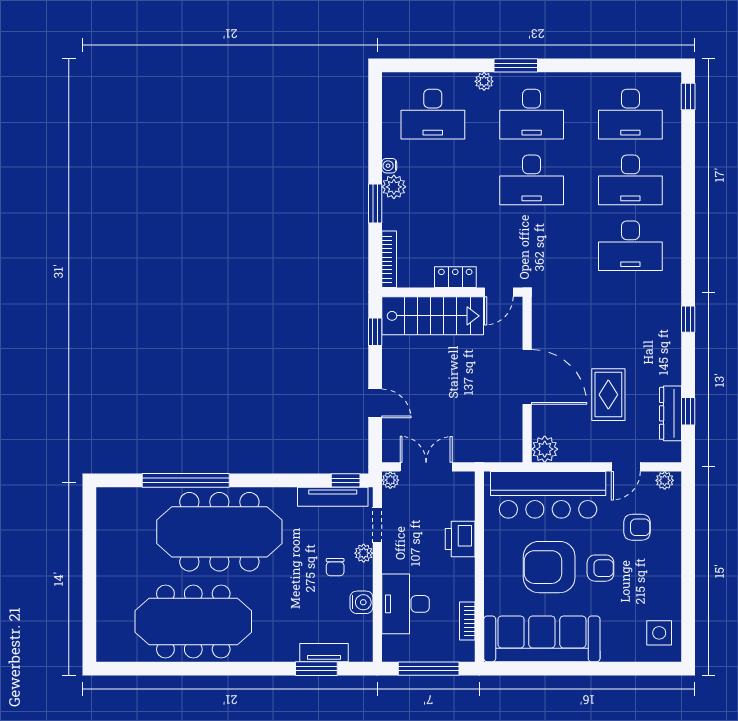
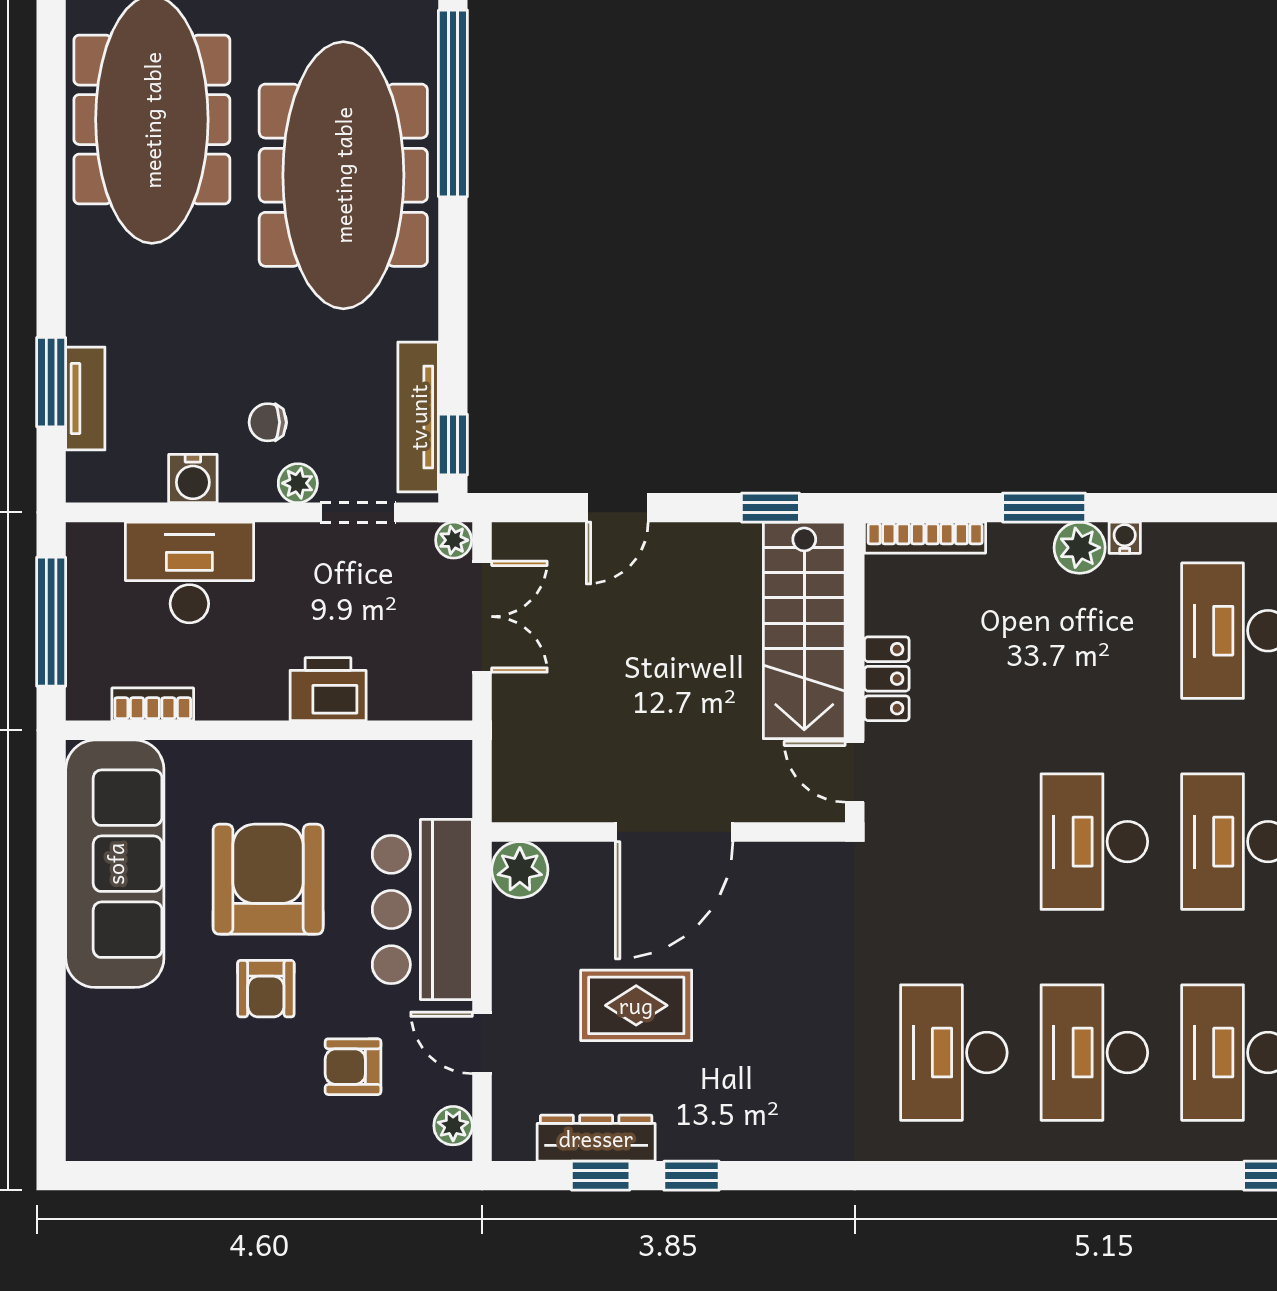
window: (688, 319) -> (691, 1176), moved
bar counter: (548, 495) -> (422, 910), width x0.73
armchair: (637, 527) -> (353, 1067), turned 90
side table: (659, 633) -> (128, 1114), removed

